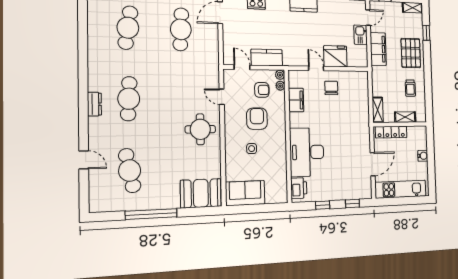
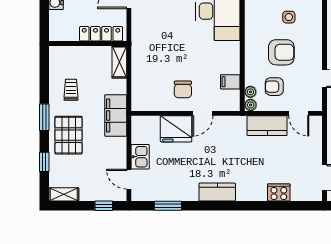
door: (368, 17) -> (129, 179), hinge flipped
filing cabinet: (378, 49) -> (116, 115), moved
window: (428, 67) -> (44, 117), added
door: (316, 68) -> (203, 113), hinge flipped
filing cabinet: (296, 100) -> (230, 82), width x0.50
shelving: (405, 117) -> (80, 53), removed
armchair: (257, 119) -> (281, 52), turned -90

